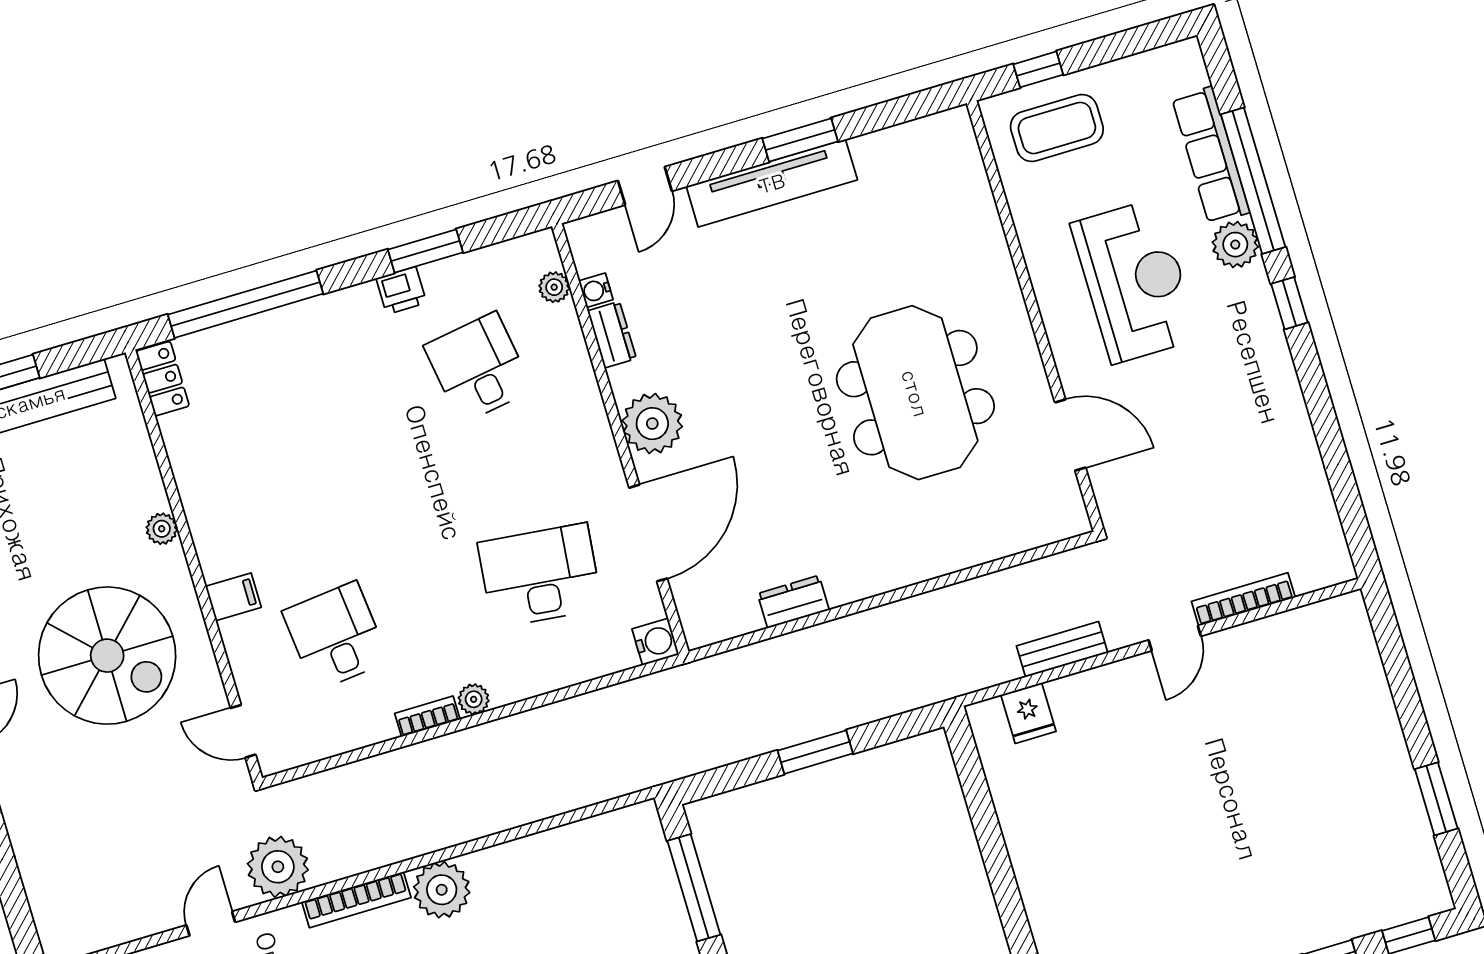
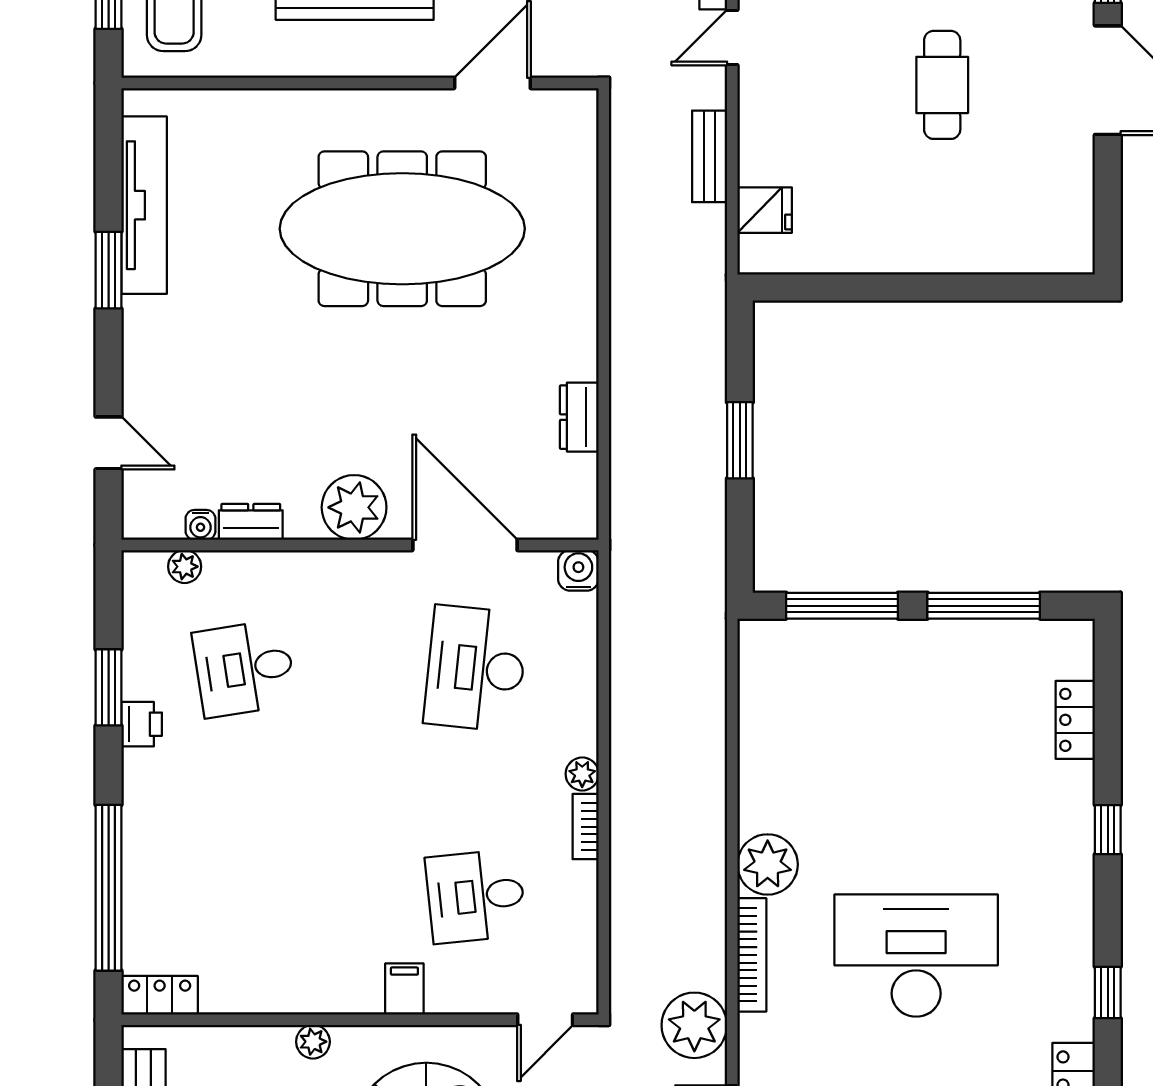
tv unit: (772, 183) -> (144, 205), moved
meeting table: (915, 393) -> (402, 229), width x1.36
door: (1175, 638) -> (732, 38), swing flipped
cafe table: (1188, 839) -> (942, 85), added

